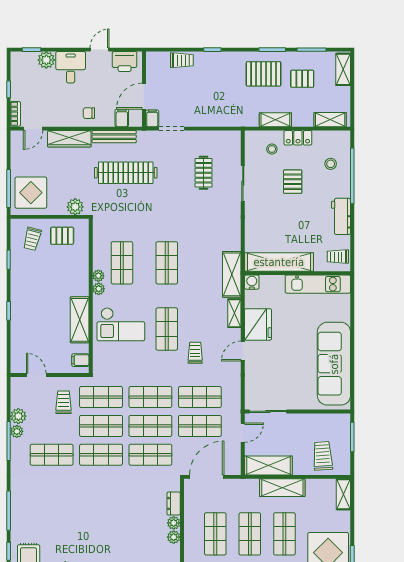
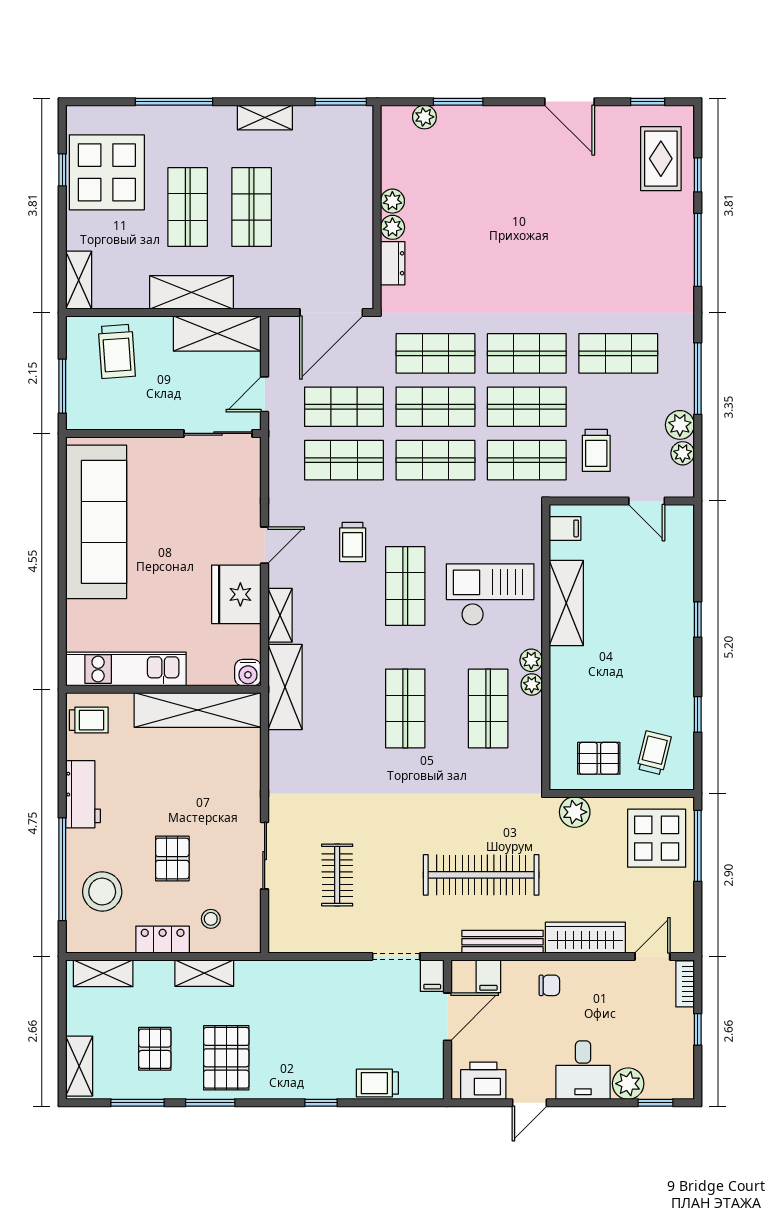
pallet: (264, 74) -> (226, 1058), turned 90
pallet: (302, 79) -> (155, 1049), turned 90
stool: (331, 164) -> (102, 892), width x1.89, depth x1.89
plant: (17, 431) -> (683, 453), moved
shop shelf: (215, 534) -> (316, 207), removed

